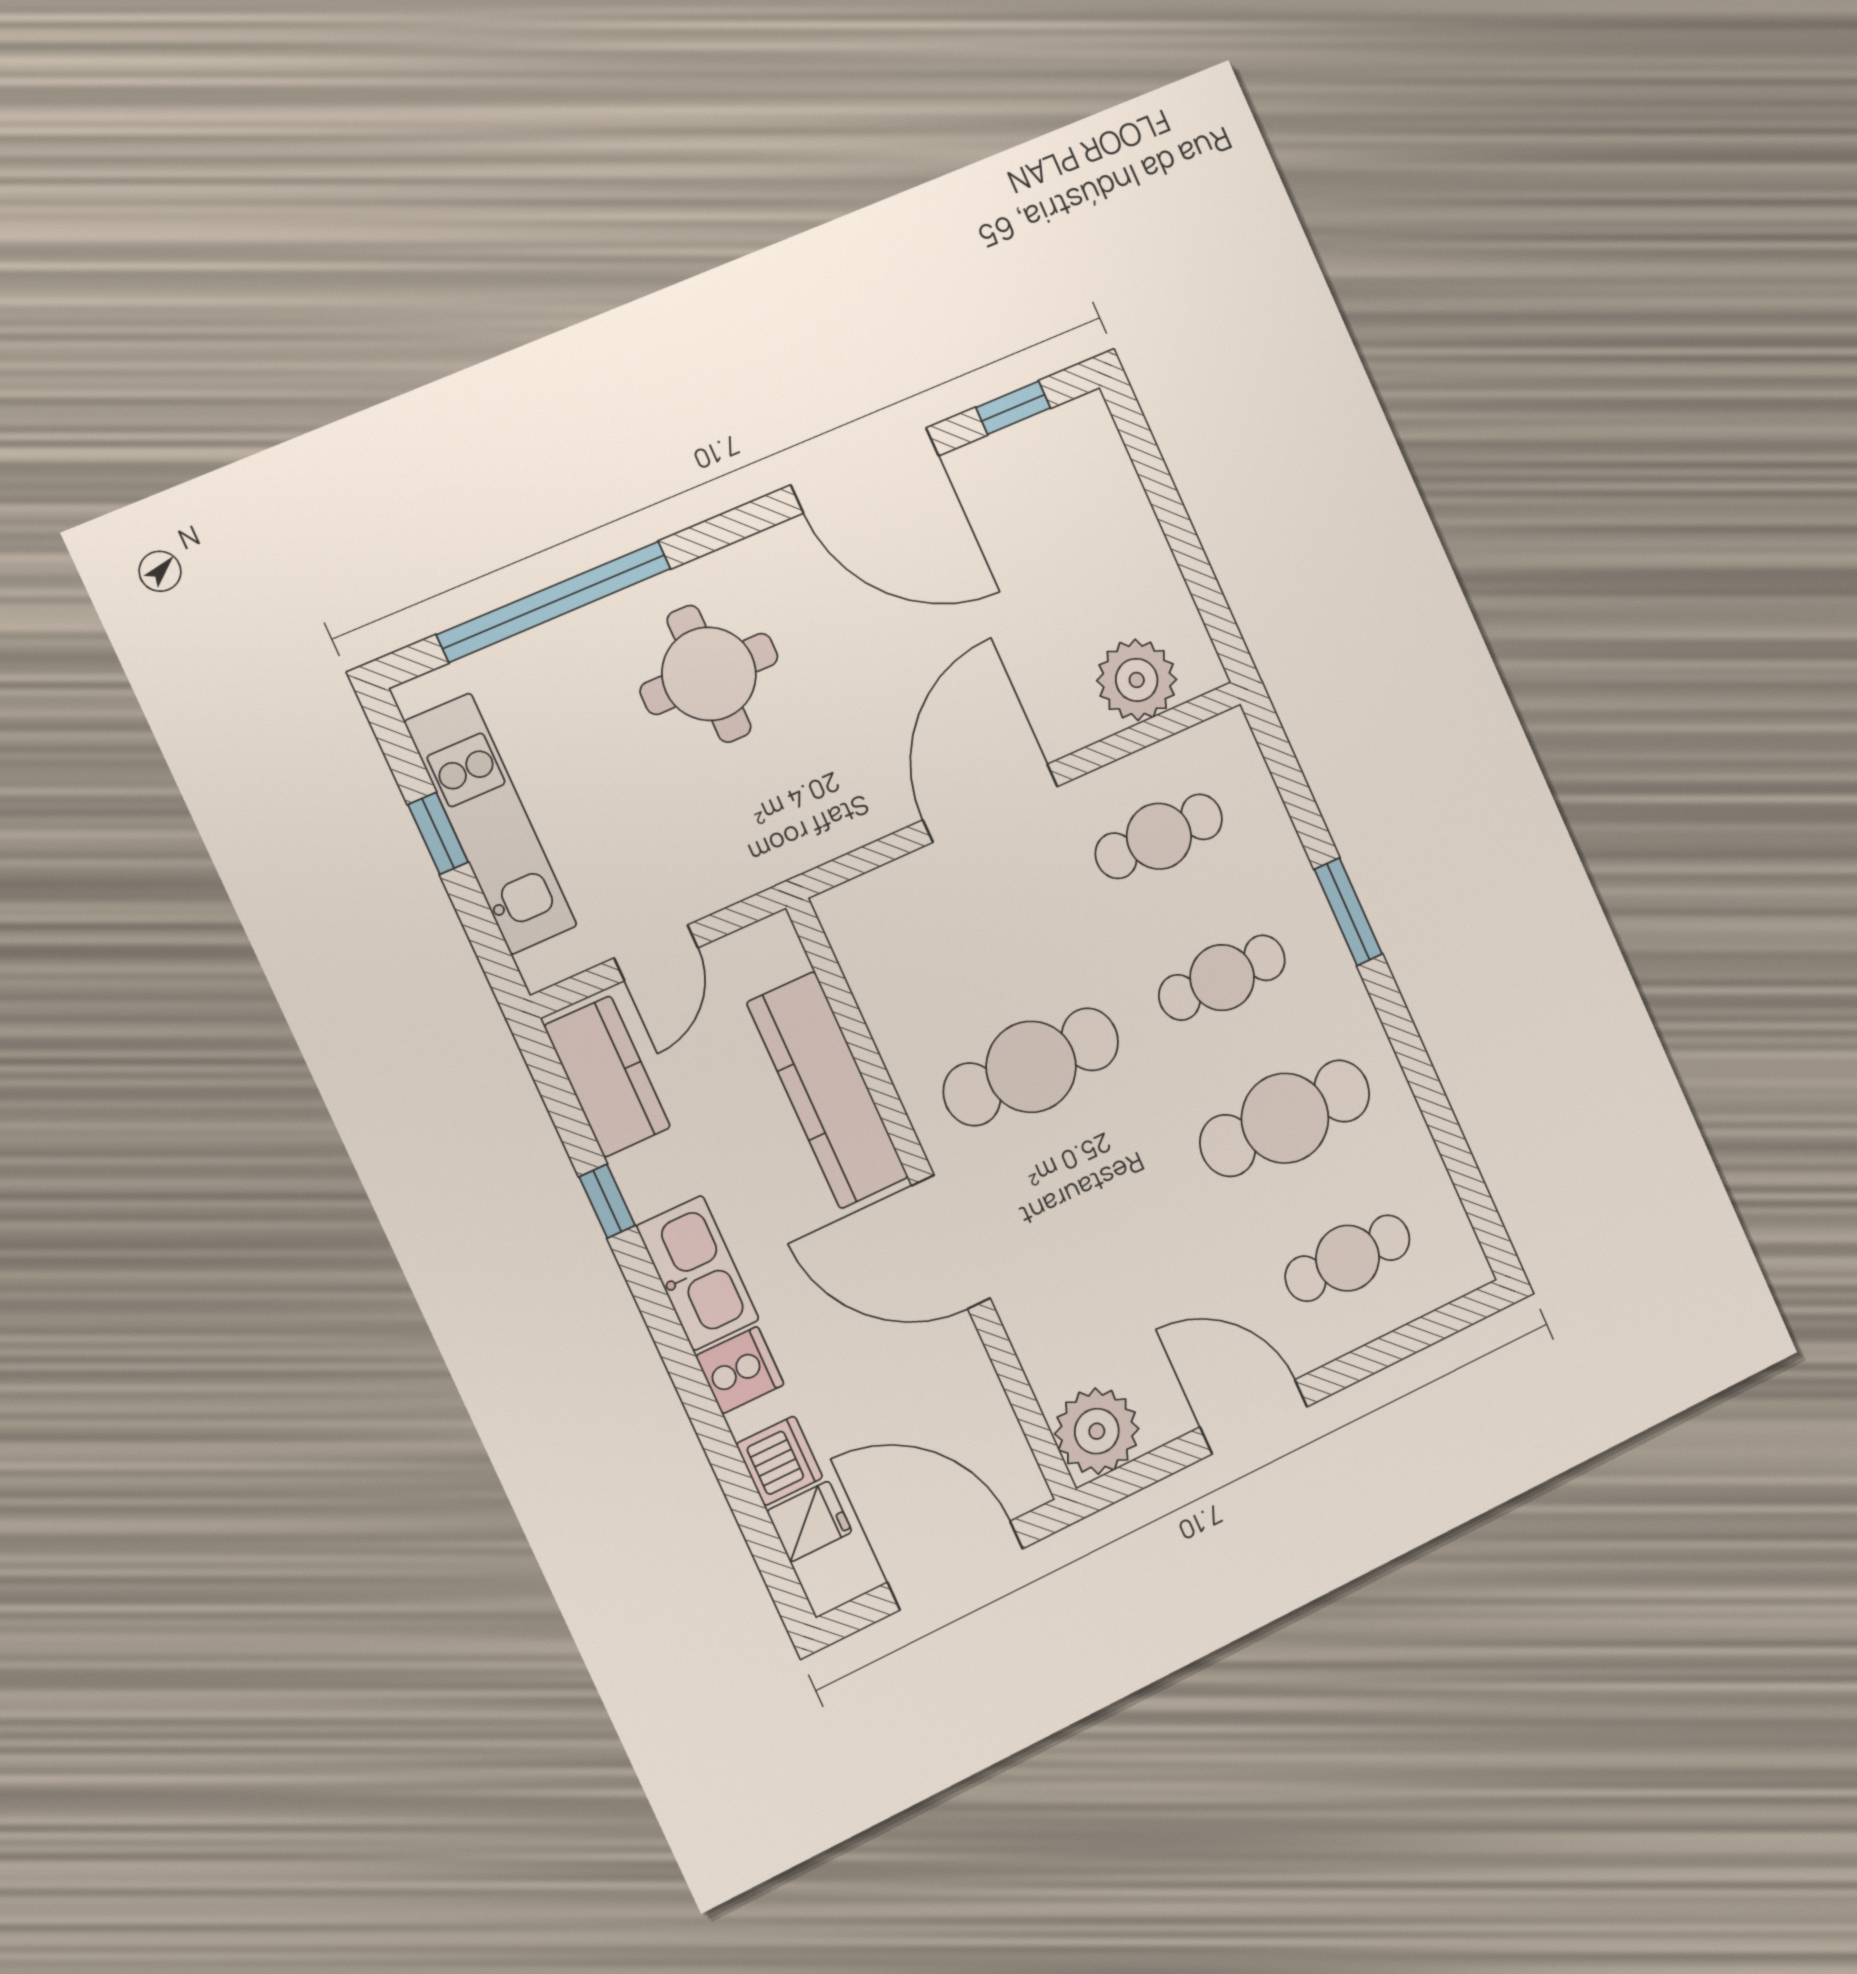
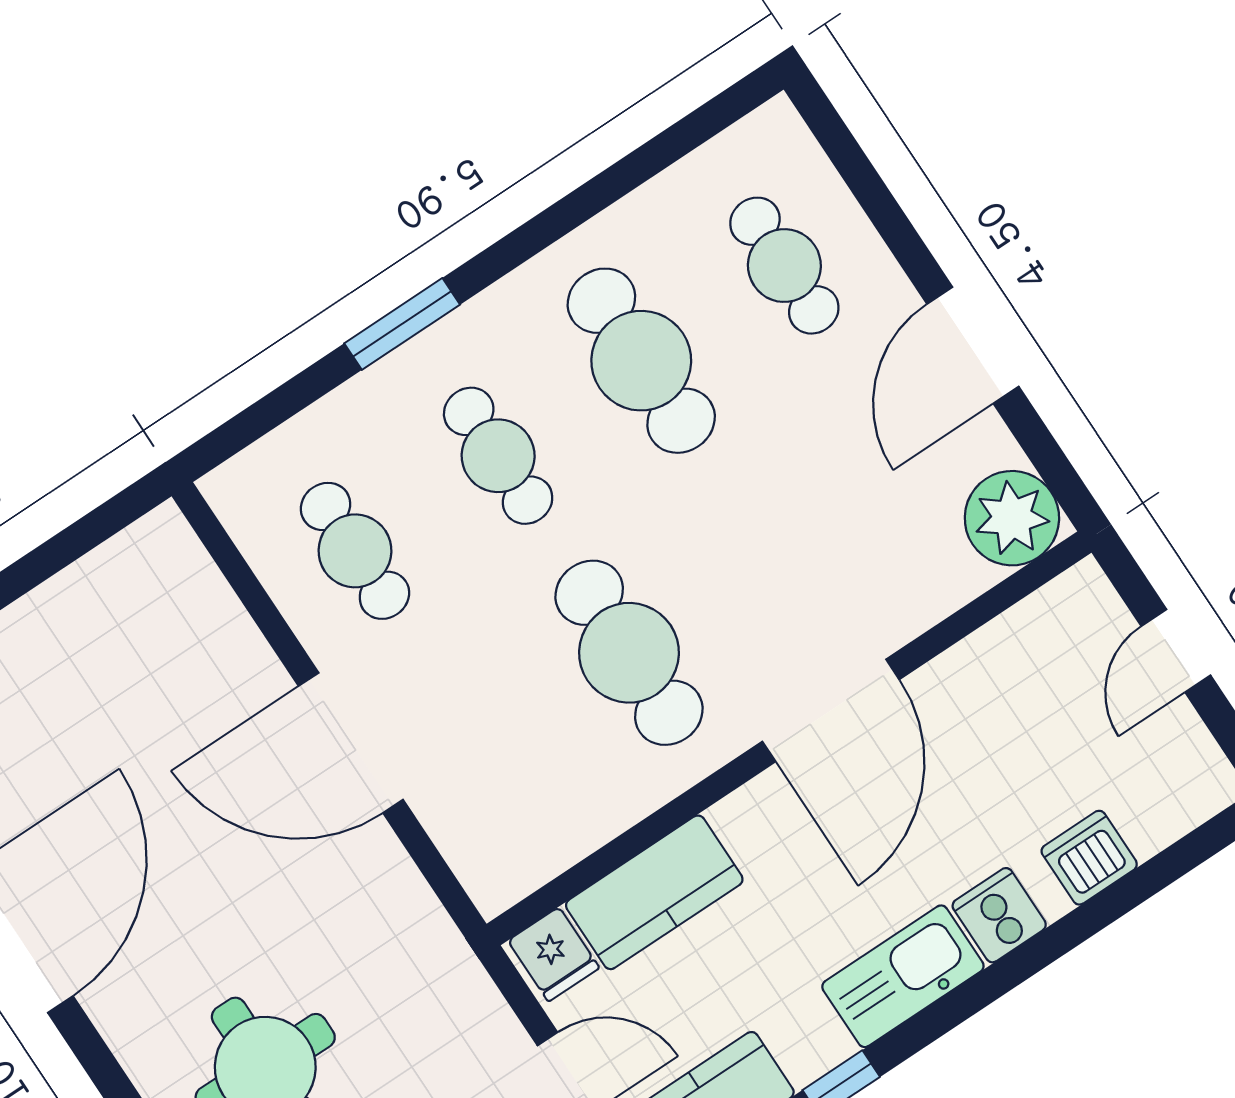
plant: (1137, 680) -> (188, 603), removed
kitchen counter: (827, 1090) -> (654, 892), width x0.67
fridge: (809, 1521) -> (554, 954), moved, turned 180
door: (955, 1565) -> (1176, 651), width x0.53

